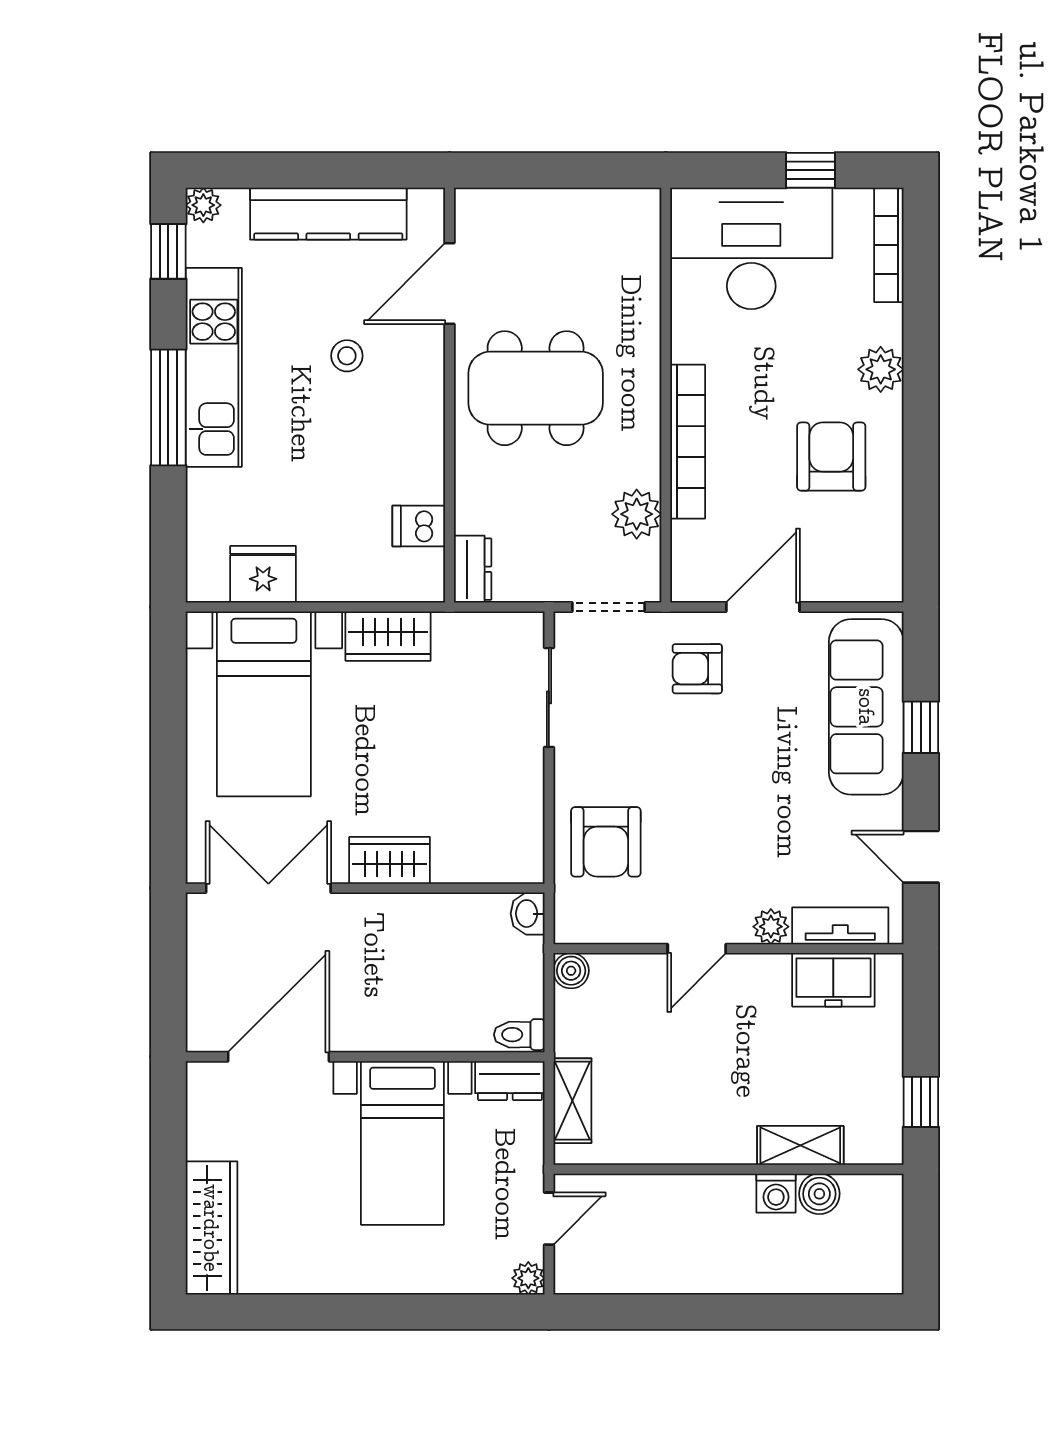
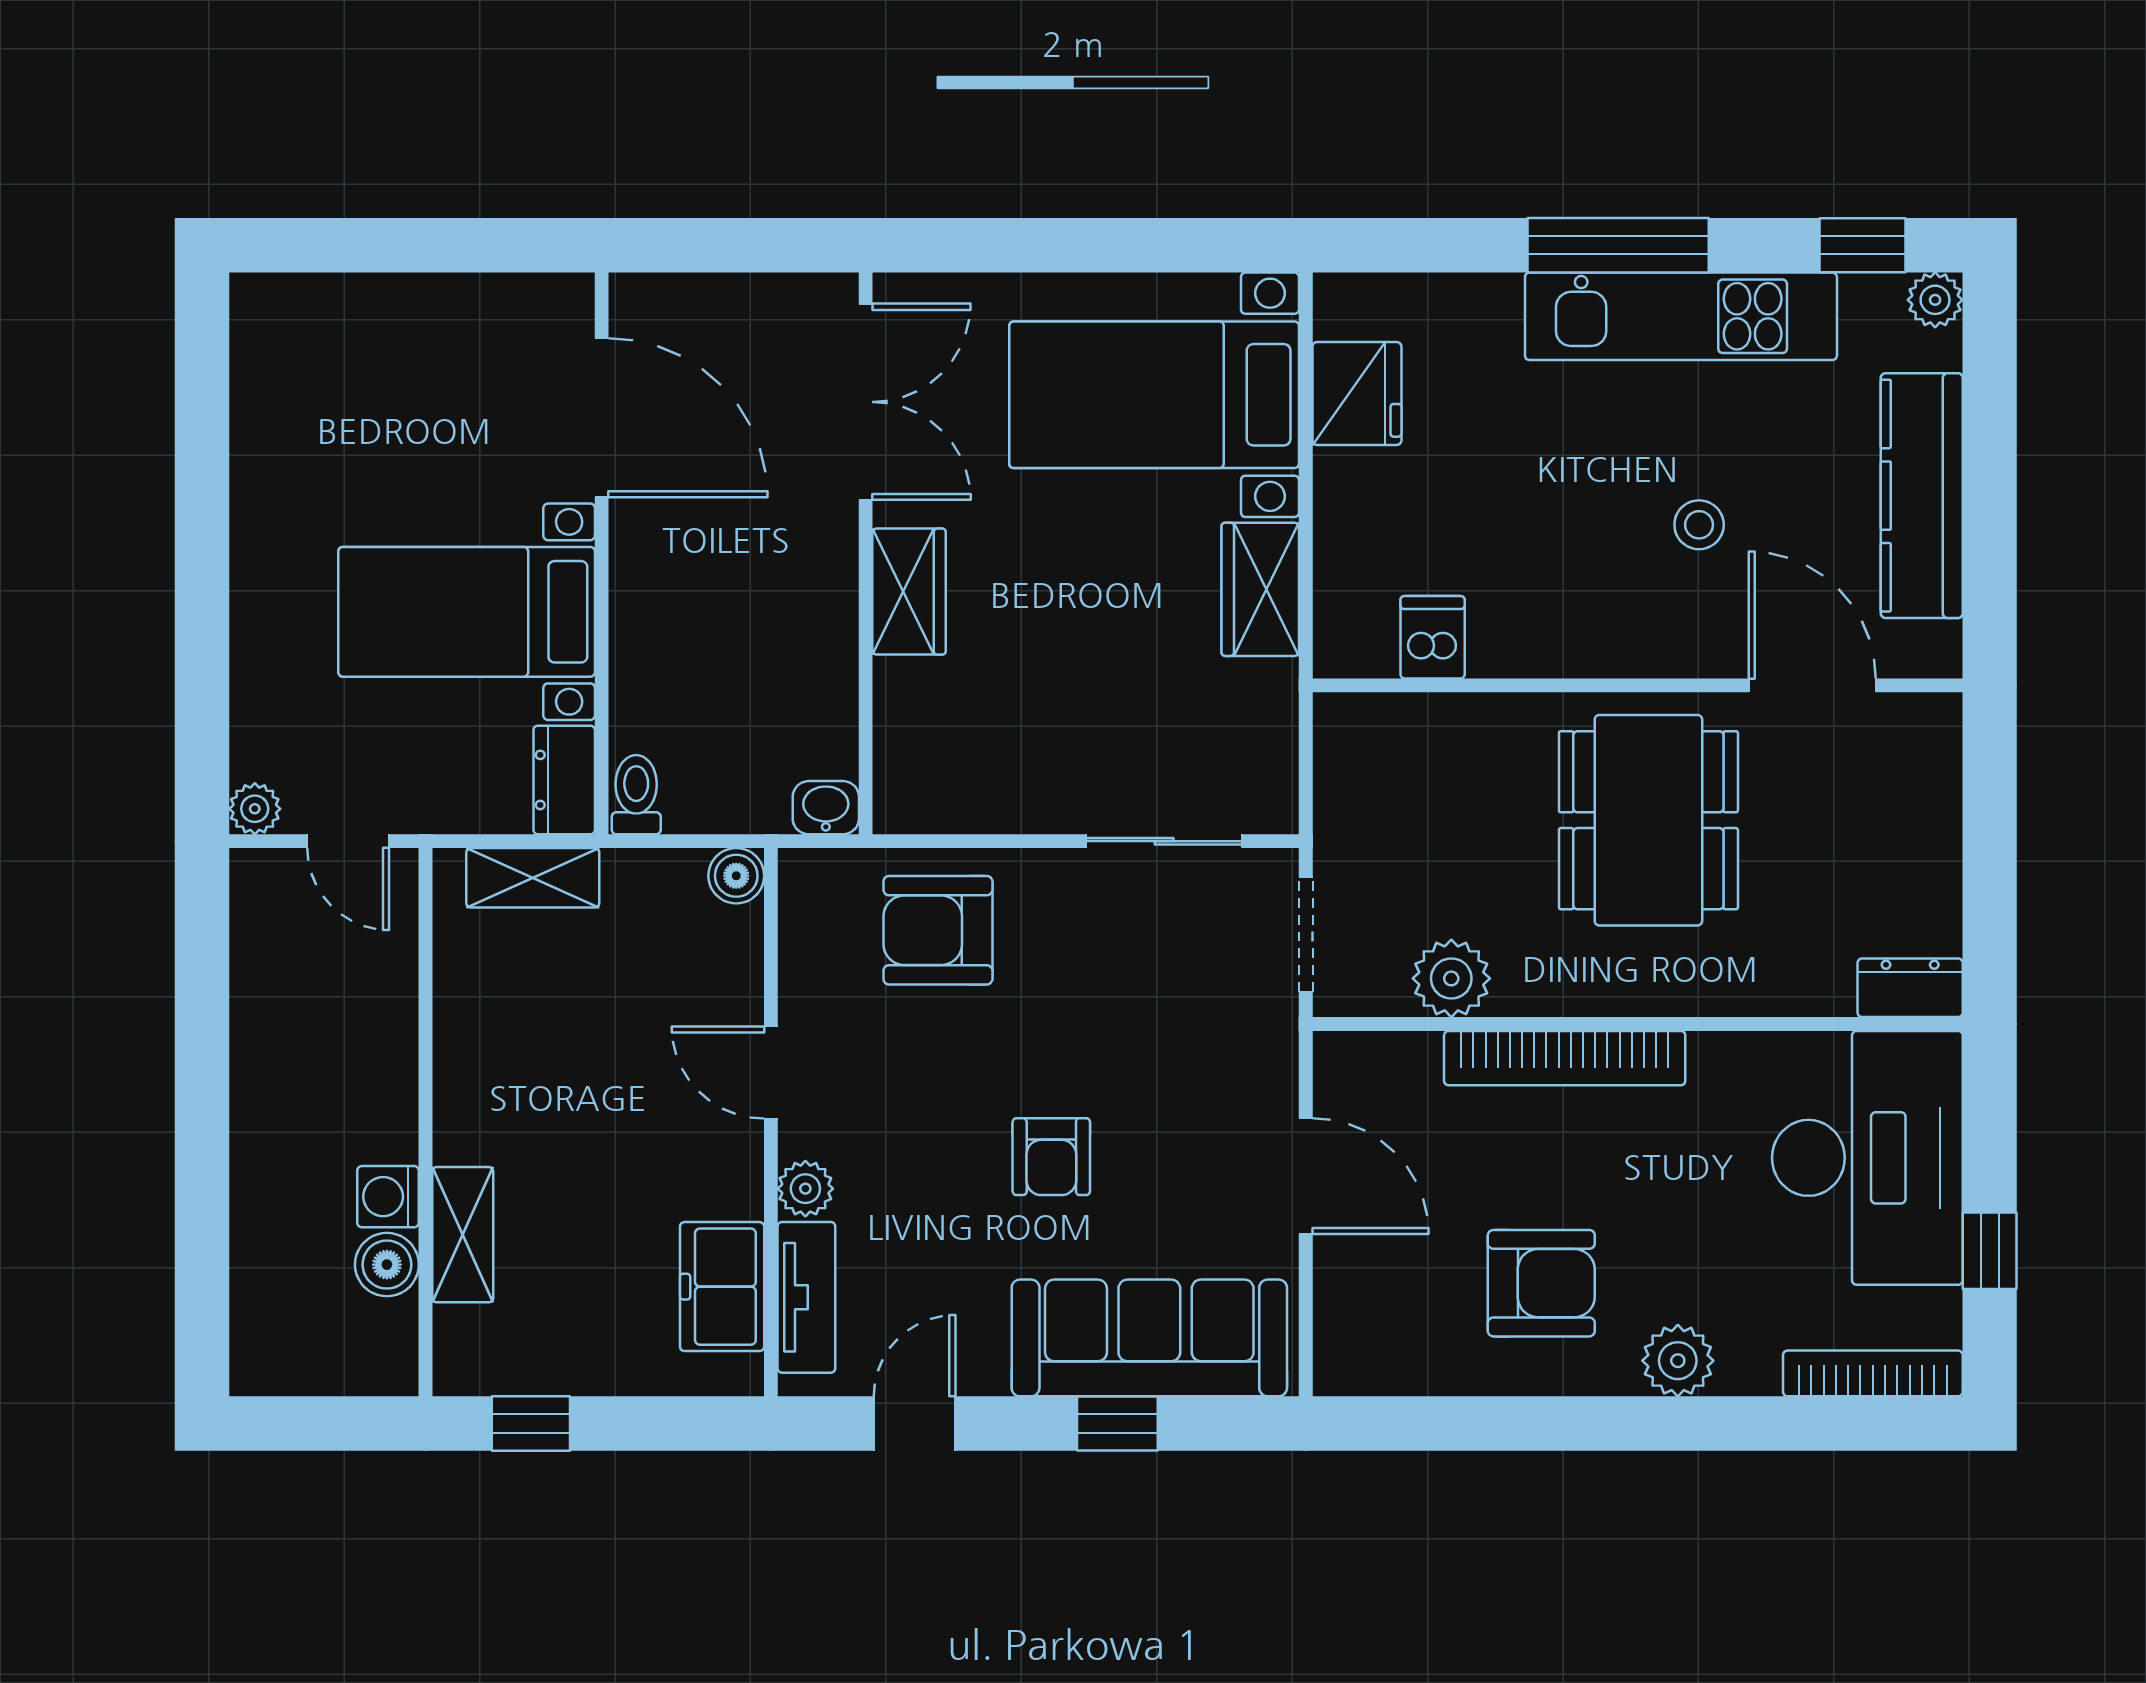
dresser: (473, 569) -> (1910, 988), moved, turned 180
armchair: (697, 669) -> (1051, 1157), moved, turned 180
wardrobe: (211, 1228) -> (333, 313), removed

